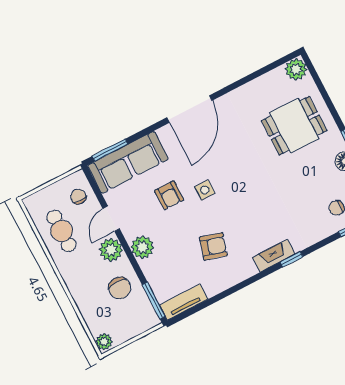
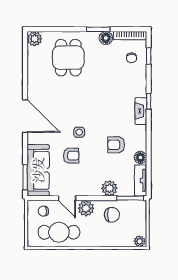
cafe table: (62, 231) -> (59, 232), width x1.37, depth x1.35
armchair: (213, 246) -> (116, 145), turned -106
plant: (142, 247) -> (109, 188), moved
floor lamp: (213, 286) -> (140, 157), added

